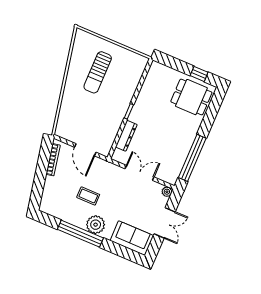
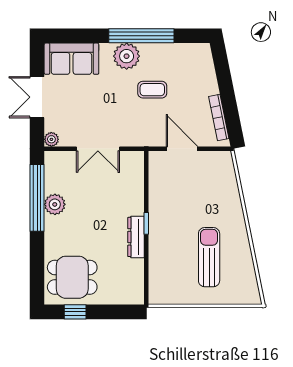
dresser: (126, 136) -> (136, 237), moved
plant: (183, 149) -> (55, 204), added

